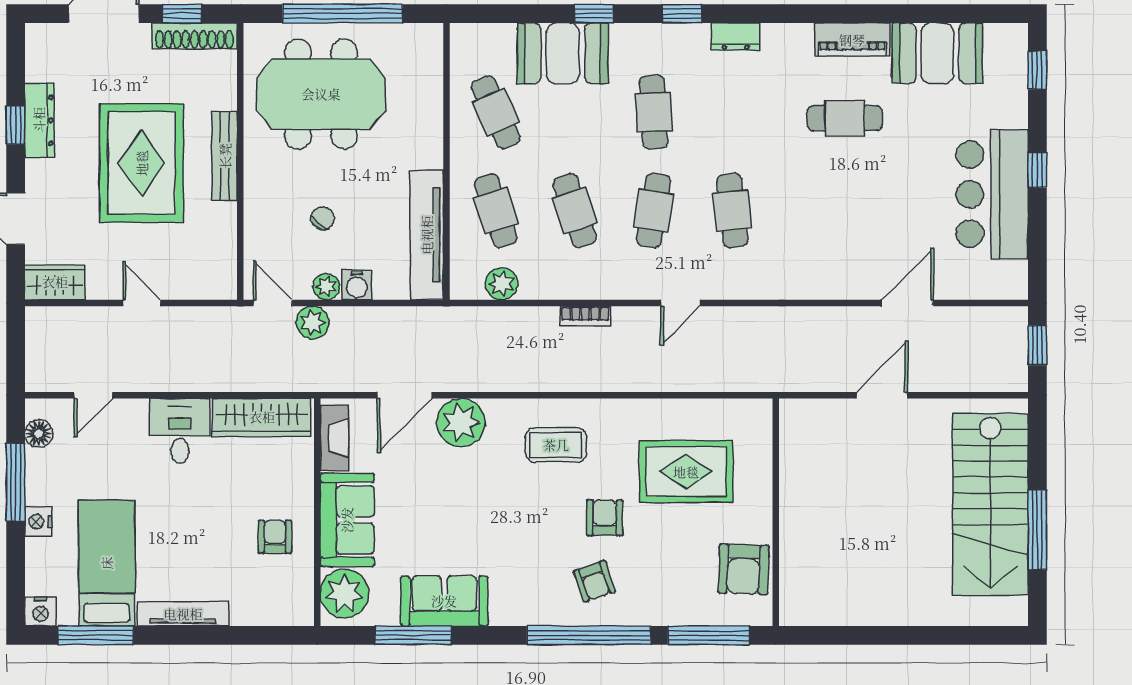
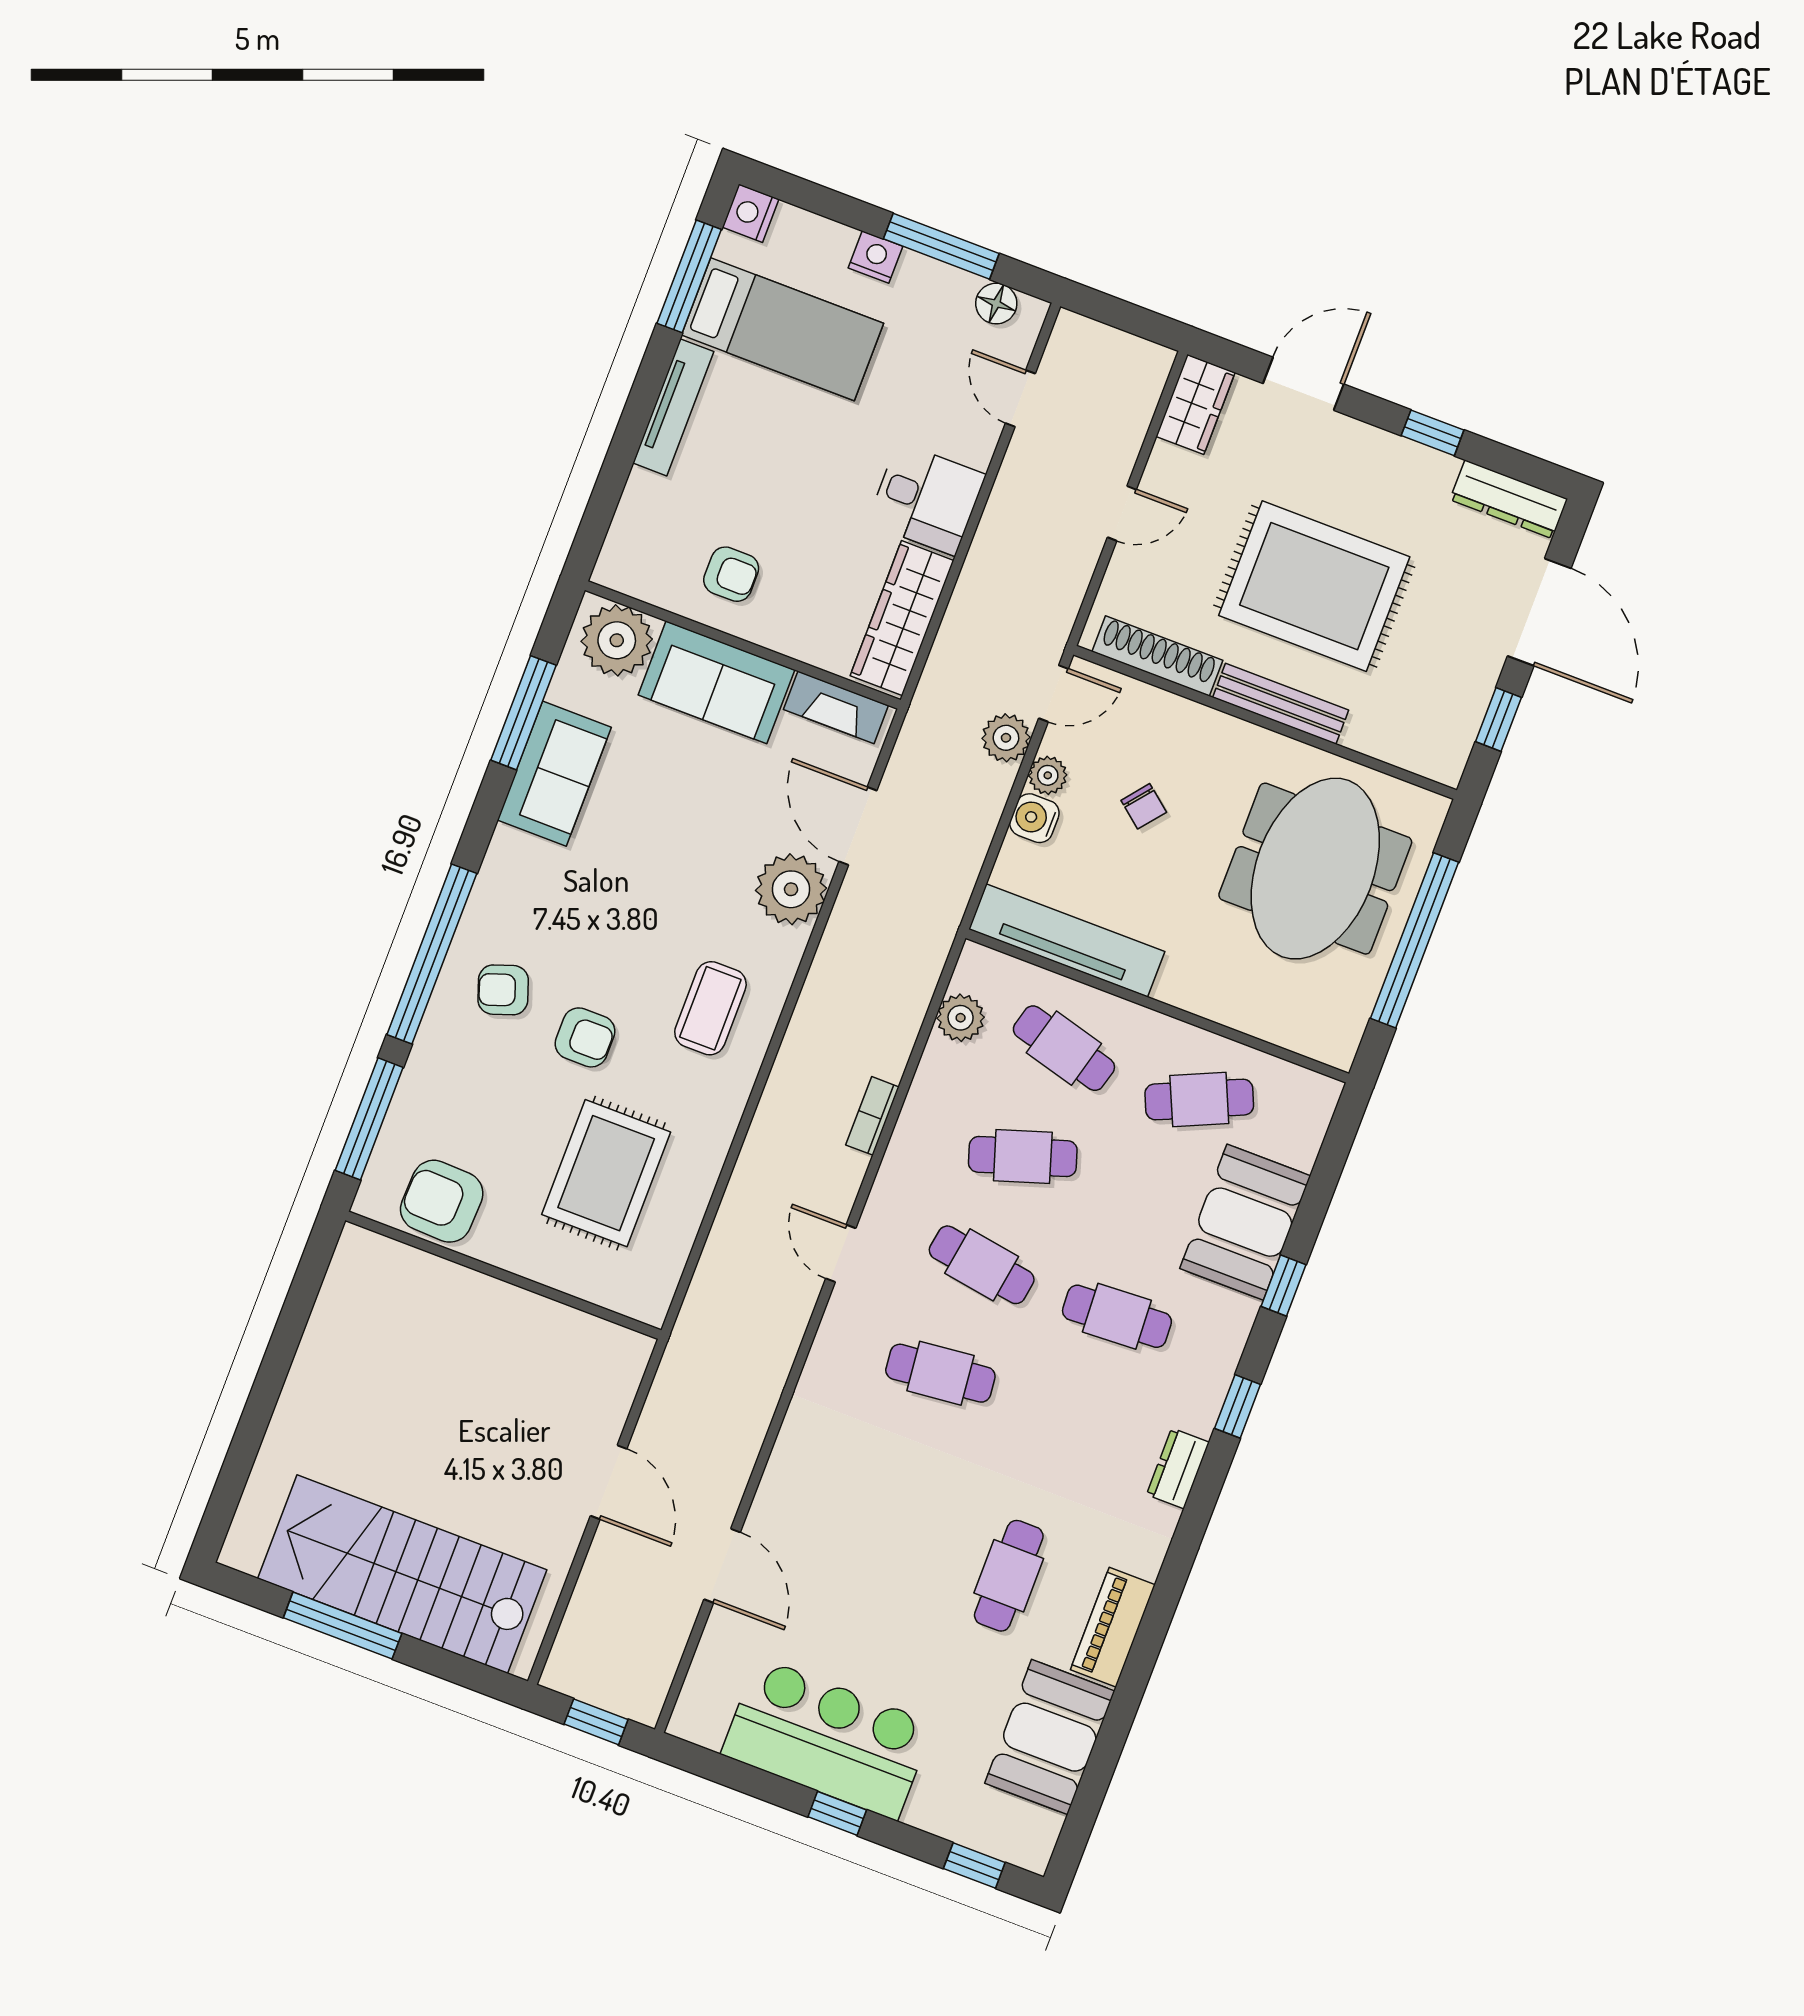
shoe rack: (194, 36) -> (1157, 656), moved, turned 90
dresser: (39, 120) -> (1509, 499), moved
cafe table: (496, 211) -> (1064, 1048), turned 33

